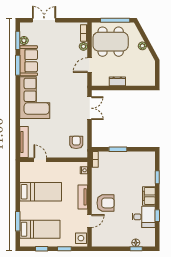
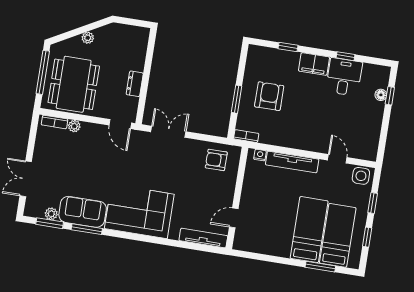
door: (90, 65) -> (120, 124), moved
bed: (41, 192) -> (309, 230), moved
tv unit: (83, 197) -> (292, 162), width x1.41
armchair: (105, 203) -> (269, 96), moved

